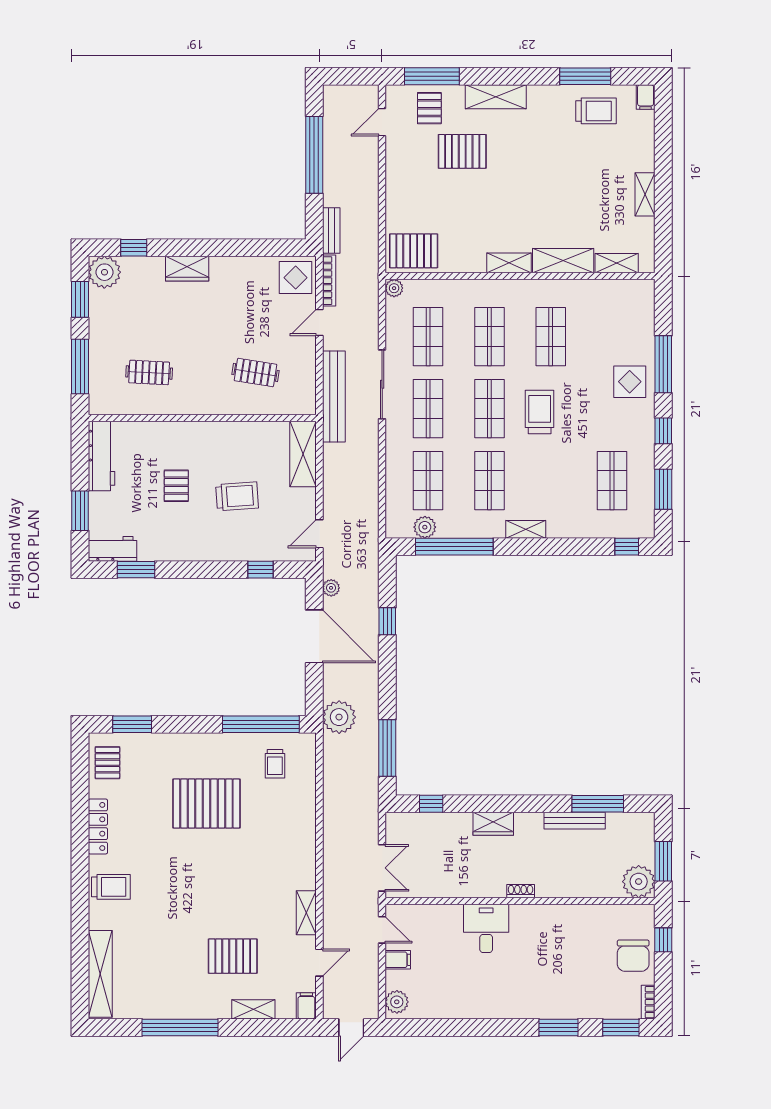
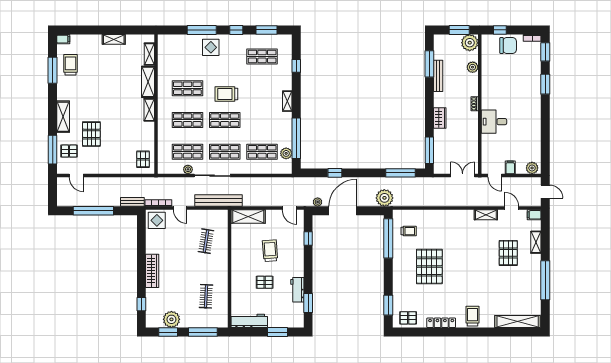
pallet: (414, 251) -> (143, 159), width x0.67, depth x0.71
wardrobe: (187, 269) -> (152, 271), width x1.50
plant: (104, 272) -> (171, 319), moved
plant: (394, 288) -> (188, 169), moved
shop shelf: (489, 481) -> (262, 120), removed
window: (627, 547) -> (296, 66), moved
workbench: (112, 549) -> (297, 290), moved
window: (431, 804) -> (429, 150), width x2.17
plant: (591, 887) -> (473, 67), added
door: (382, 930) -> (495, 176), swing flipped

